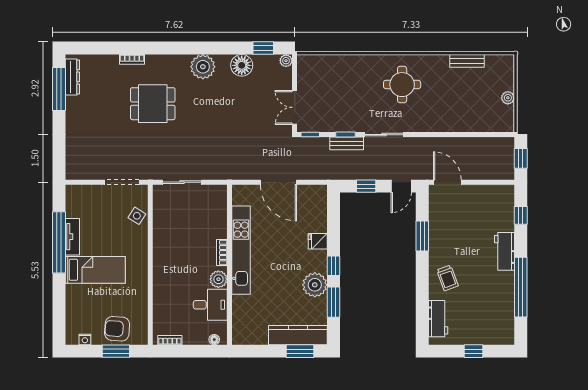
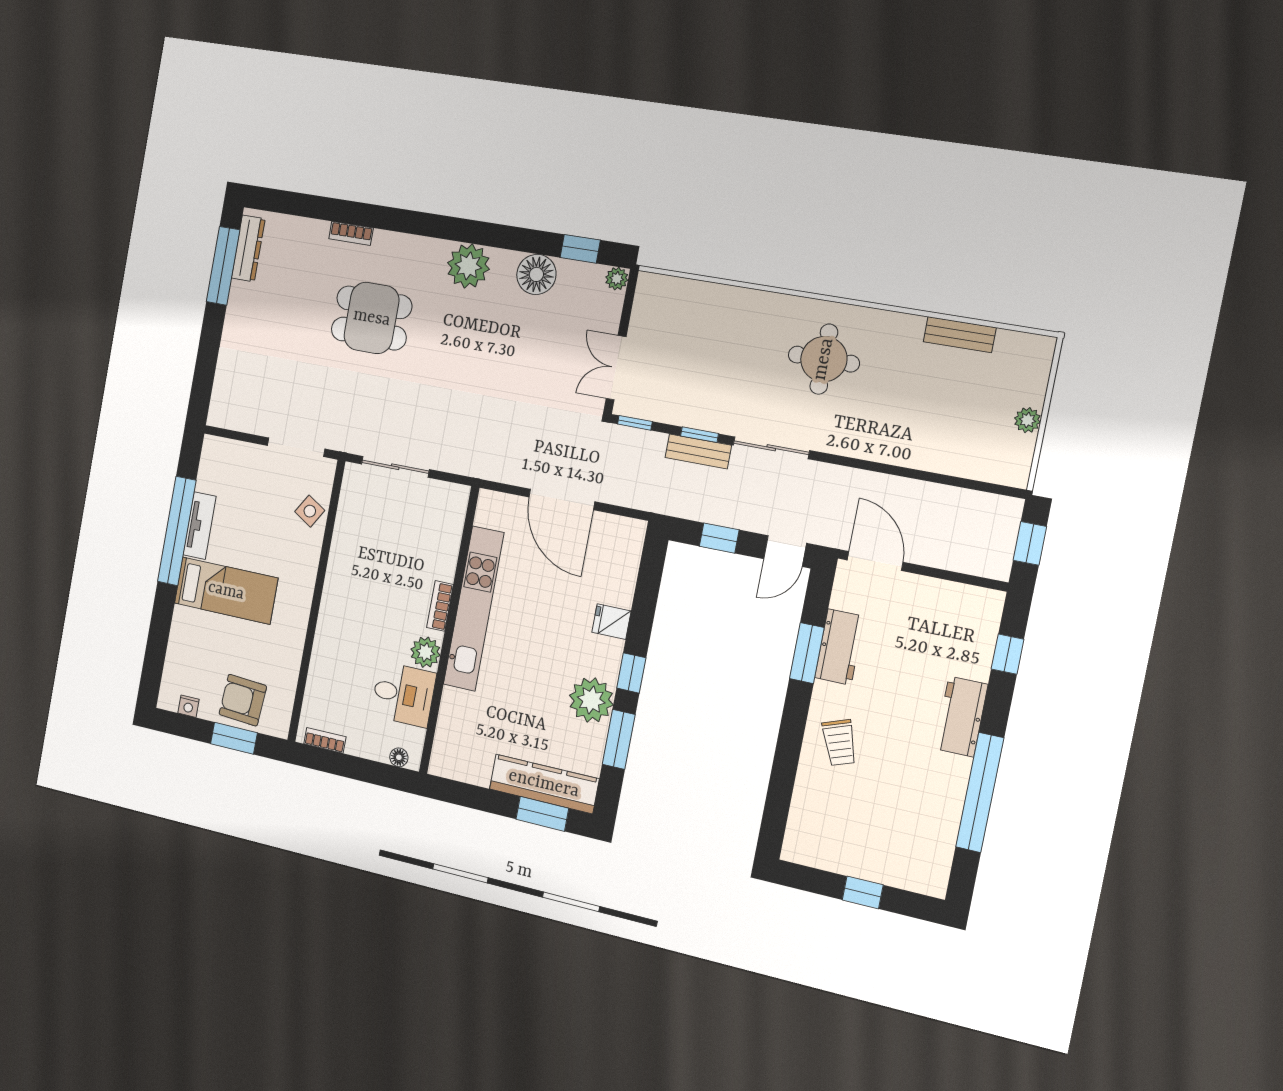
workbench: (438, 319) -> (840, 647), moved

